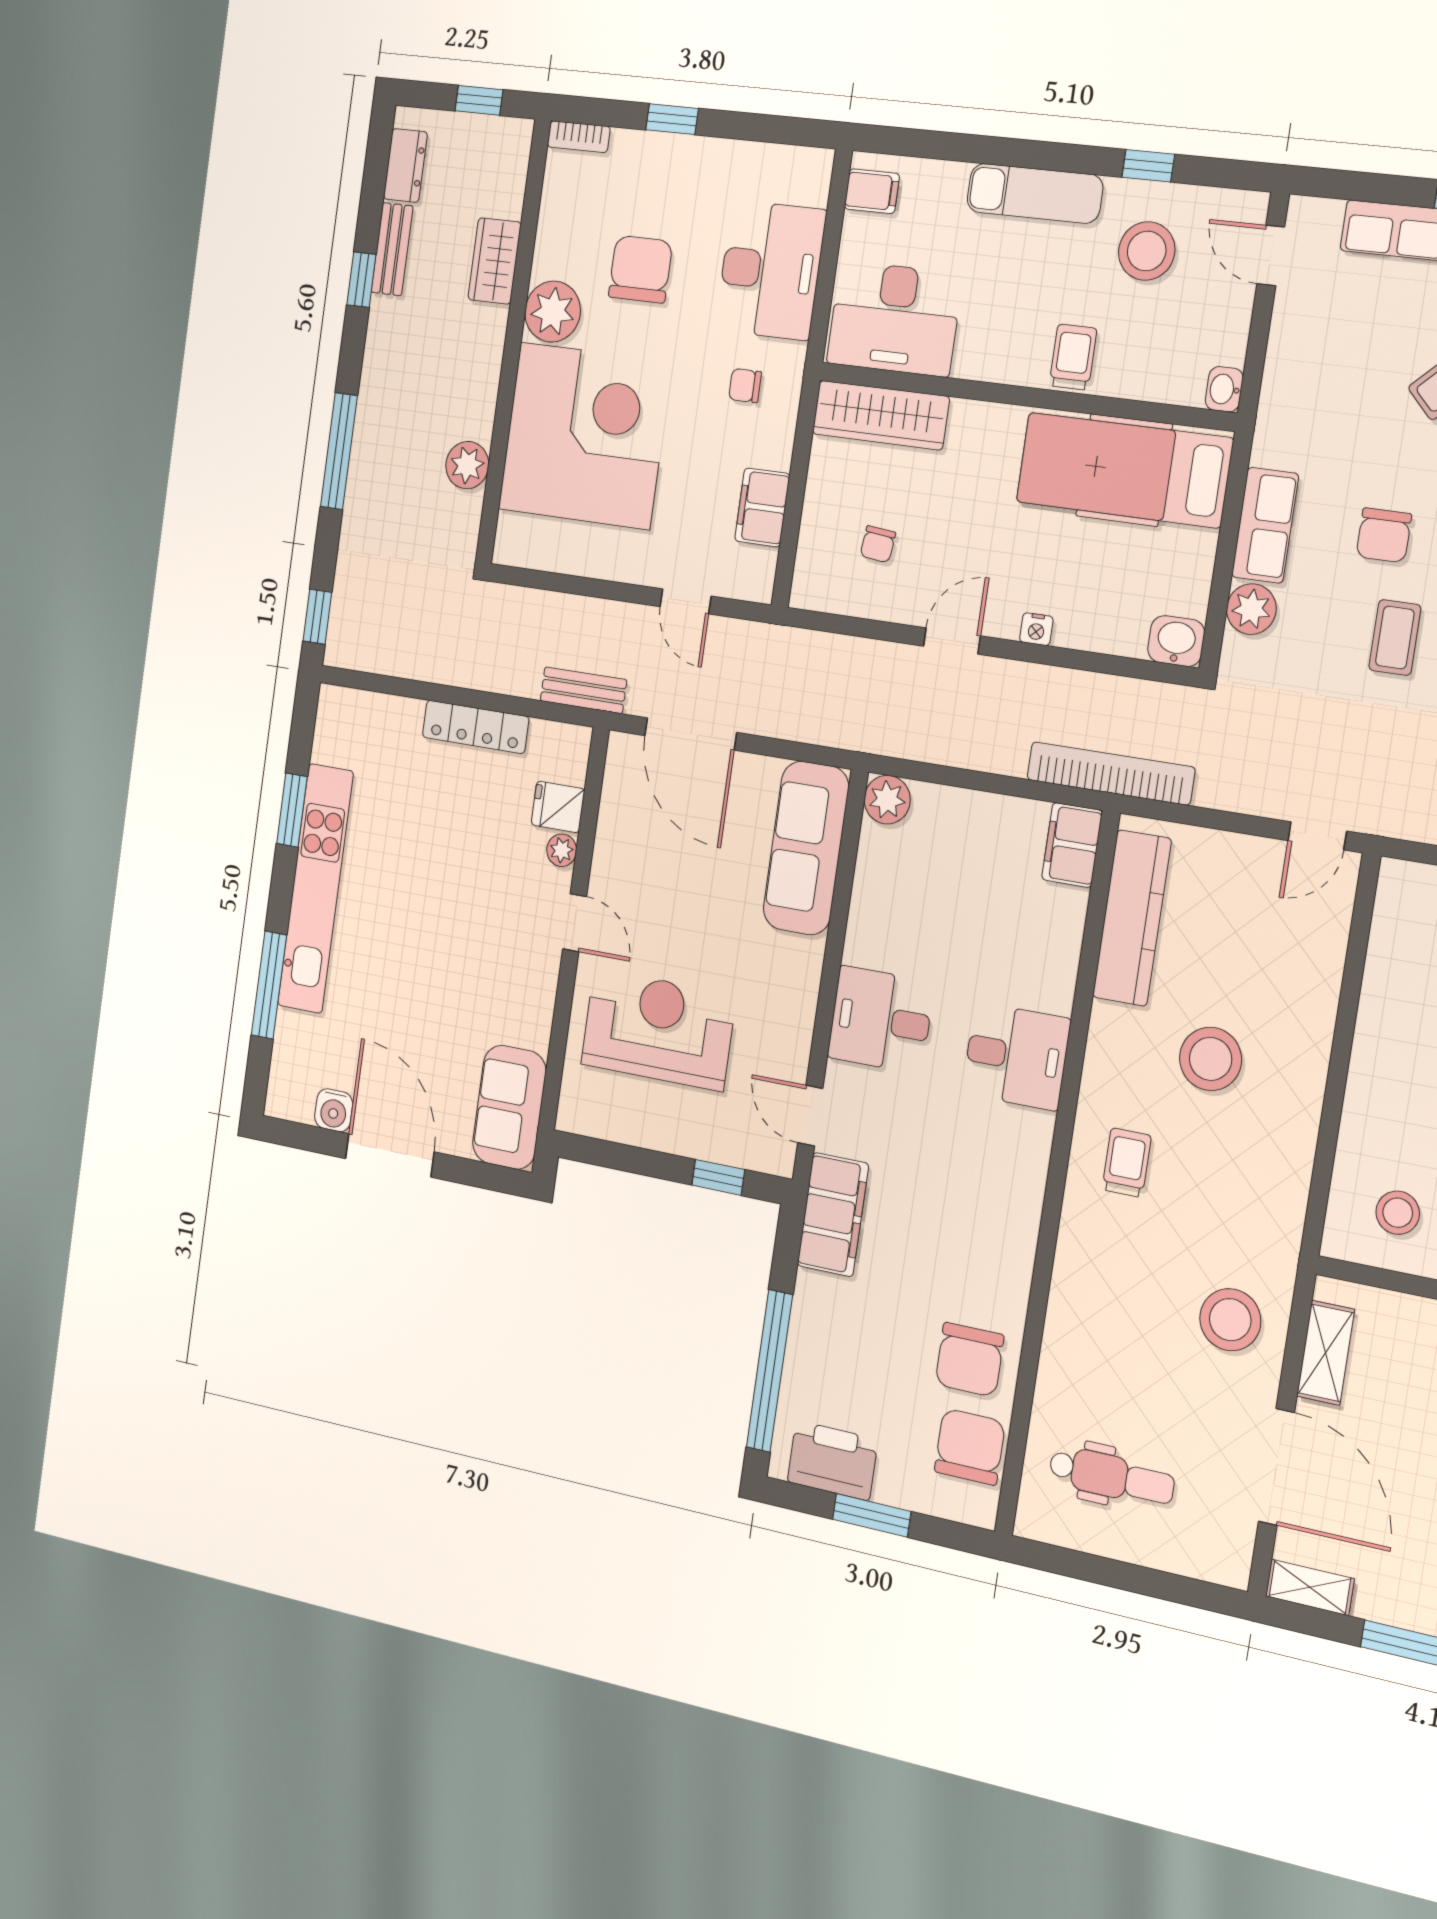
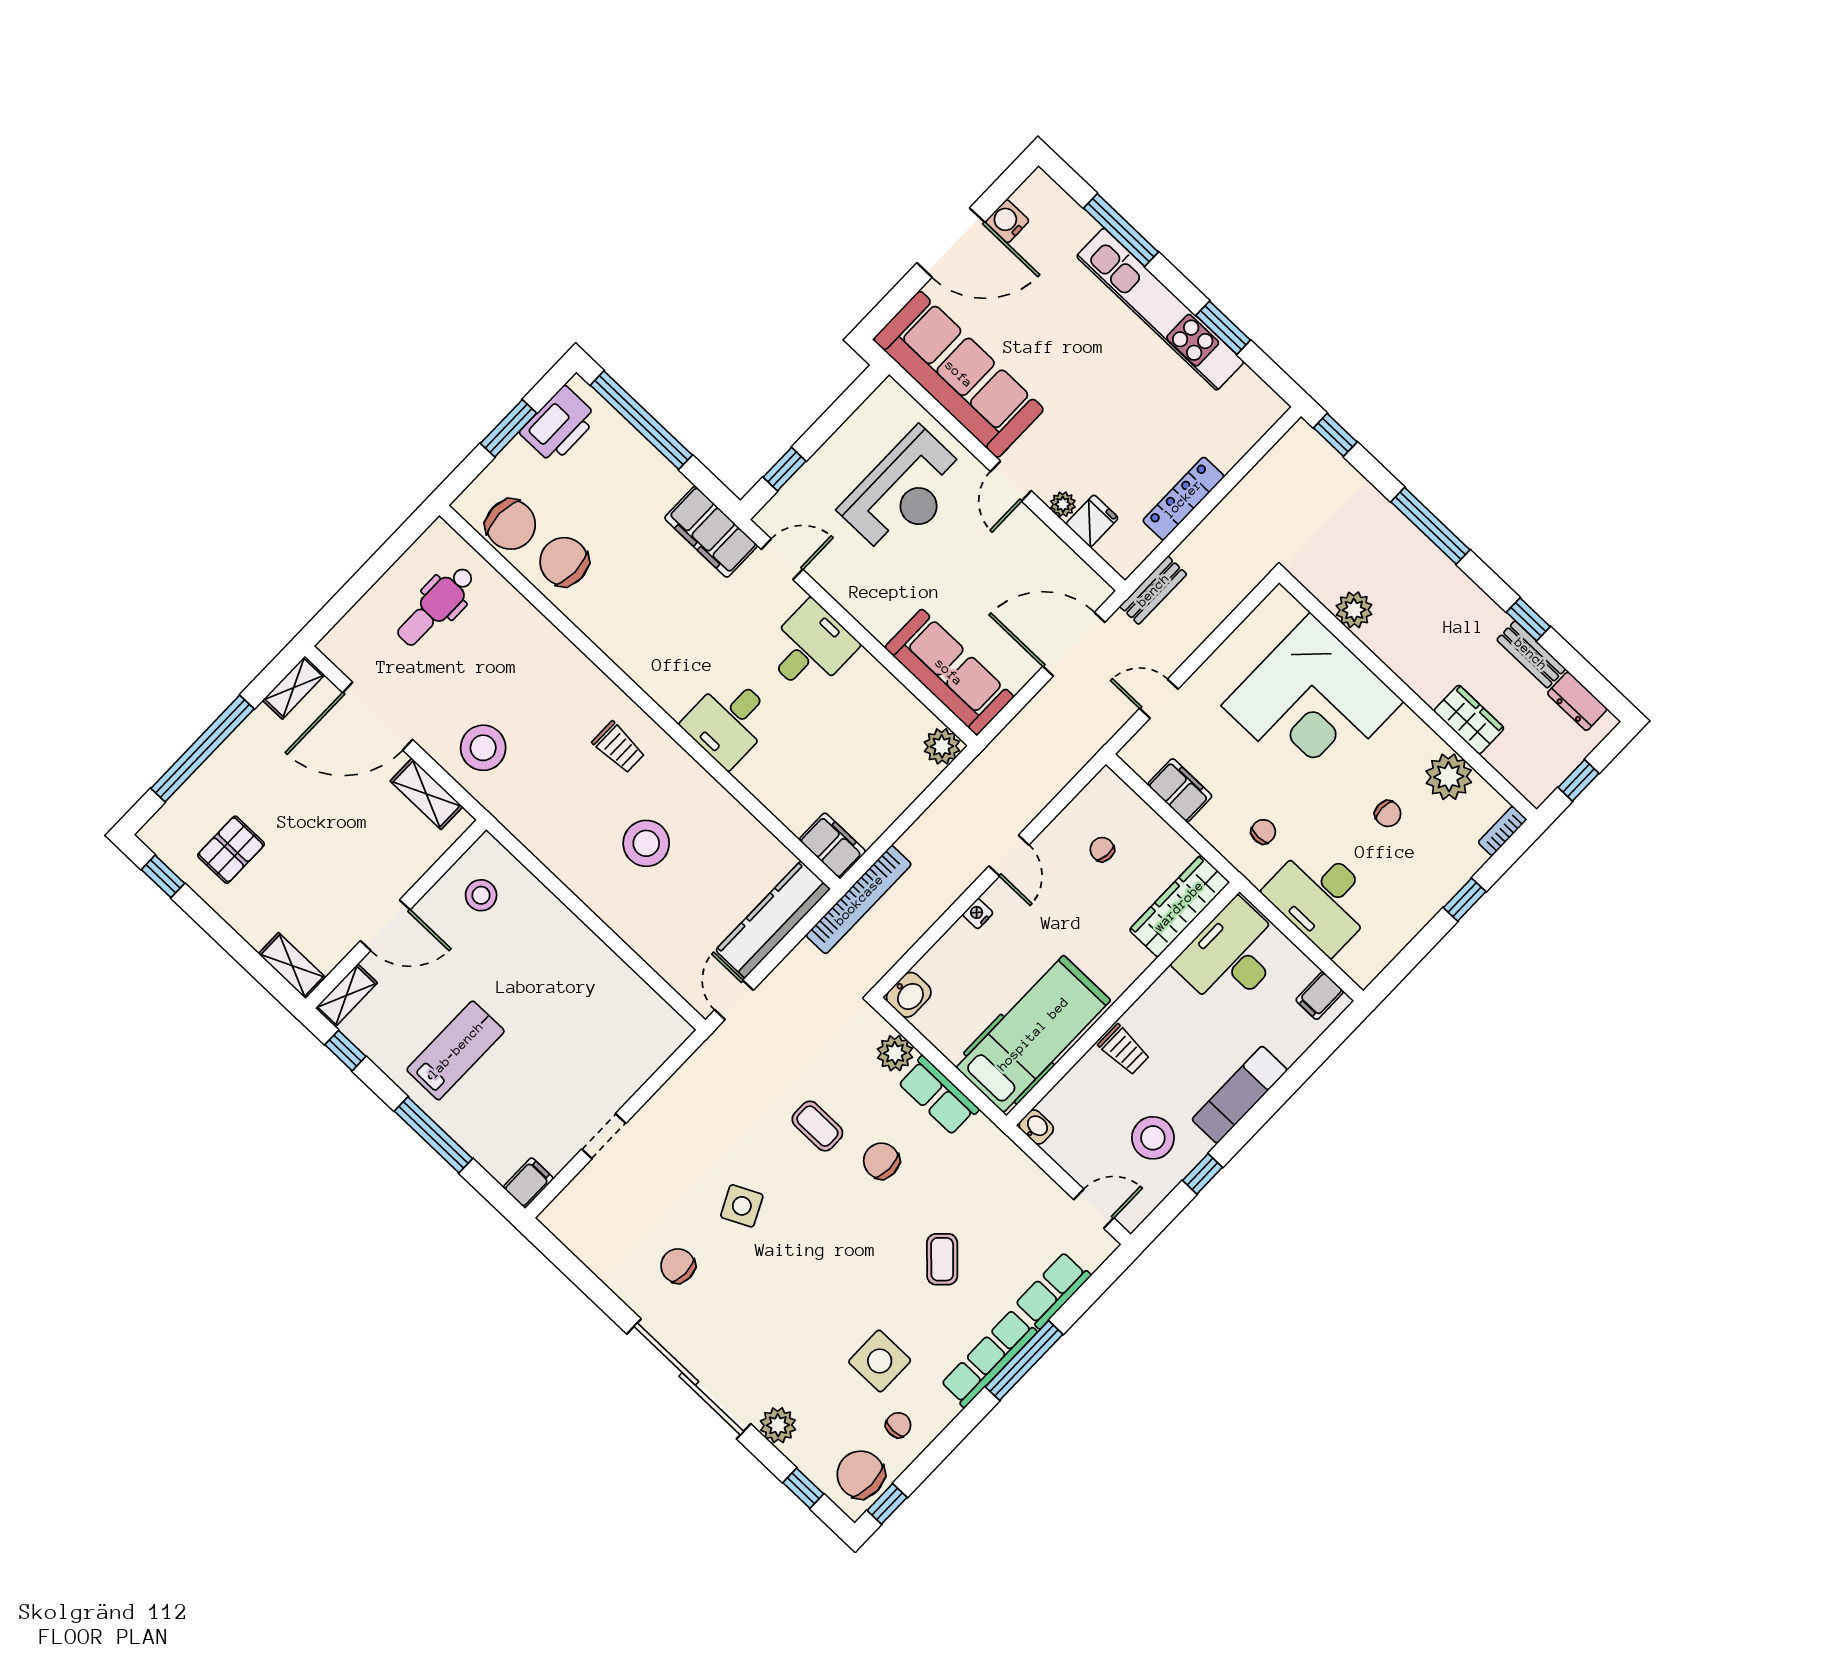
chair: (640, 269) -> (1388, 814), width x0.54, depth x0.54
plant: (553, 312) -> (1449, 777), moved
kitchen counter: (1132, 918) -> (773, 920), moved, turned 90
door: (575, 923) -> (1011, 481), hinge flipped
sofa: (509, 1107) -> (959, 374), width x1.85, depth x1.27

